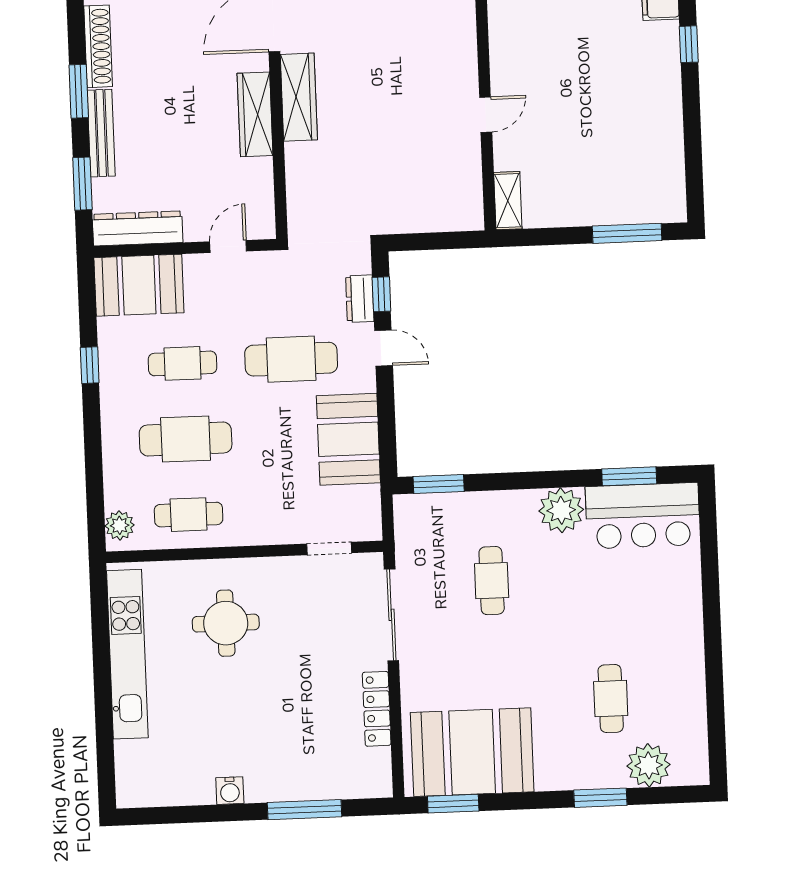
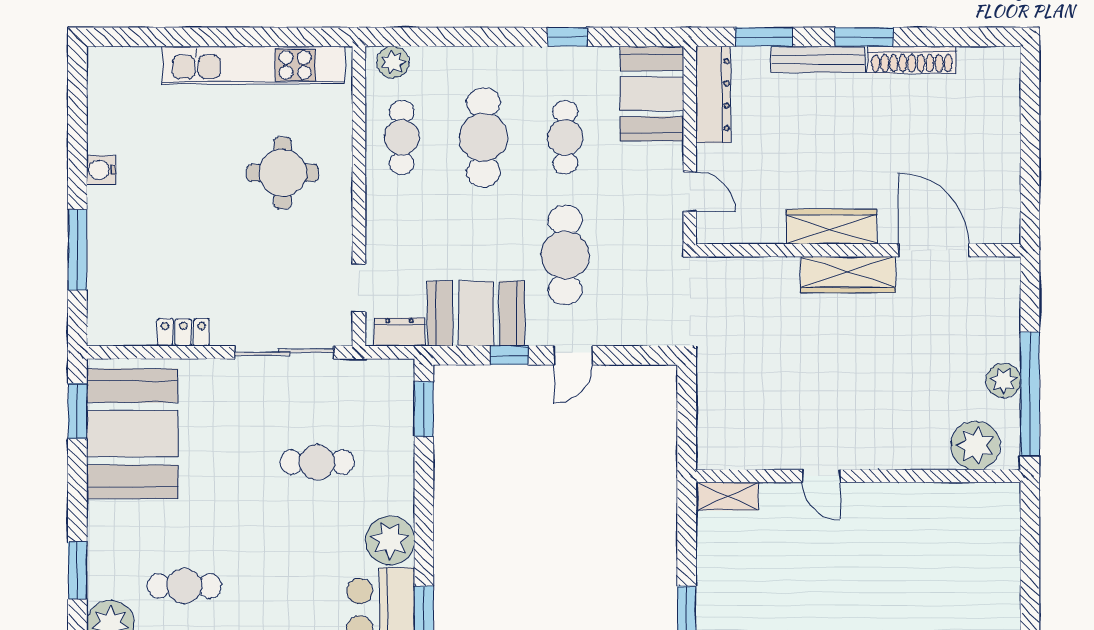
window: (381, 294) -> (509, 355), moved
dresser: (360, 299) -> (400, 332), moved
locker: (377, 709) -> (183, 332), width x0.66

